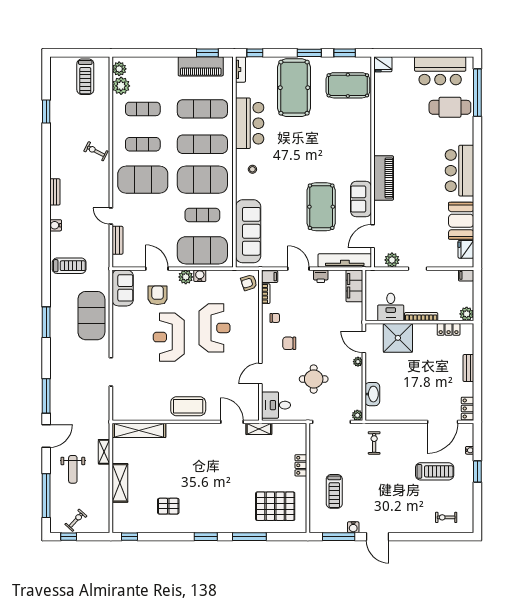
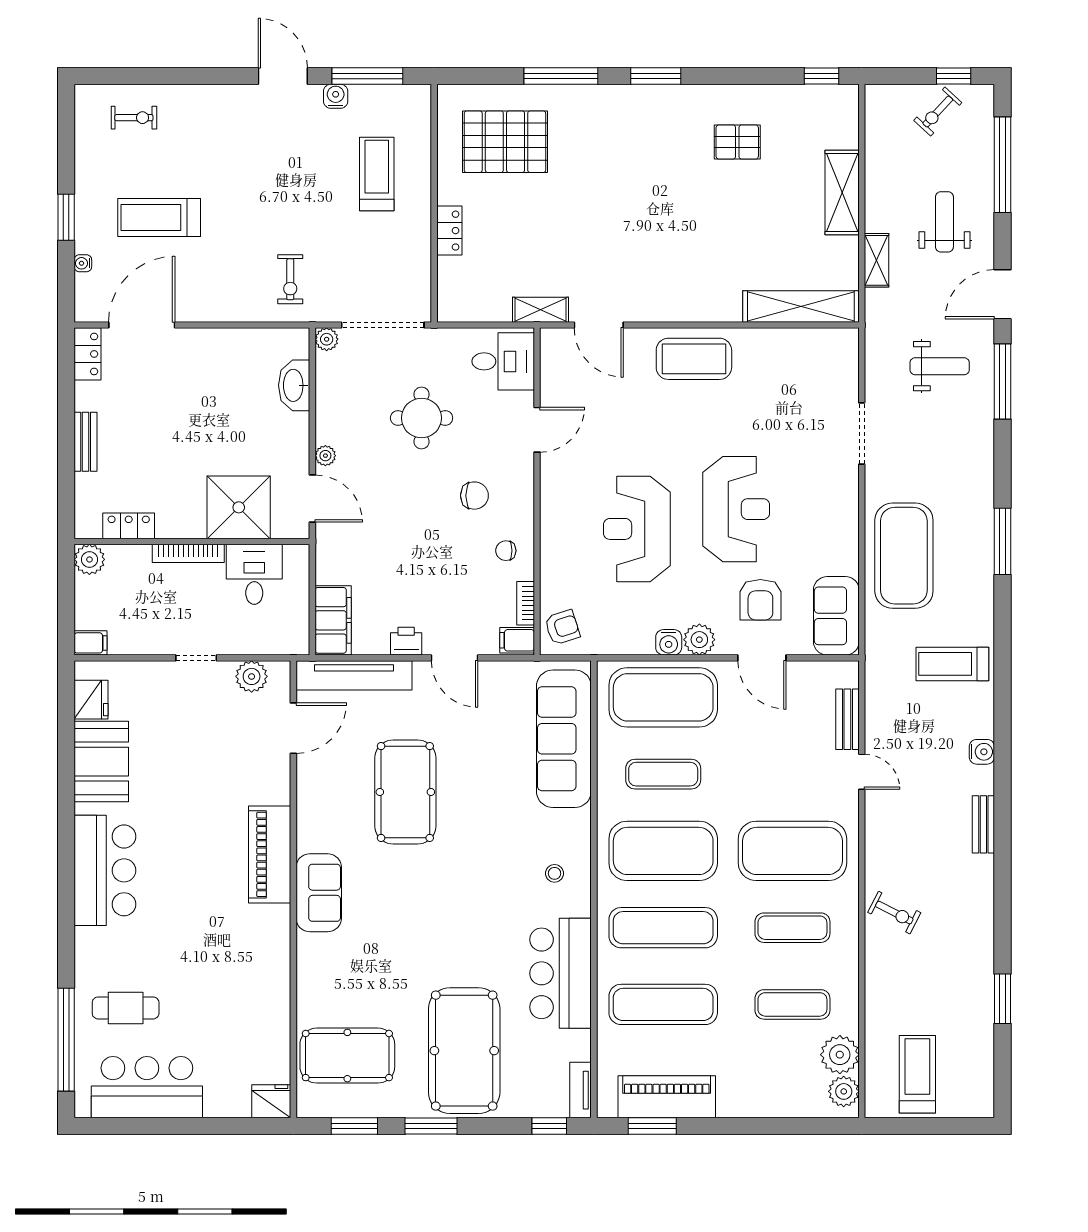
cafe table: (450, 107) -> (126, 1008), width x0.73, depth x0.74
sofa: (361, 199) -> (319, 893), moved
weight bench: (75, 403) -> (940, 366), added

